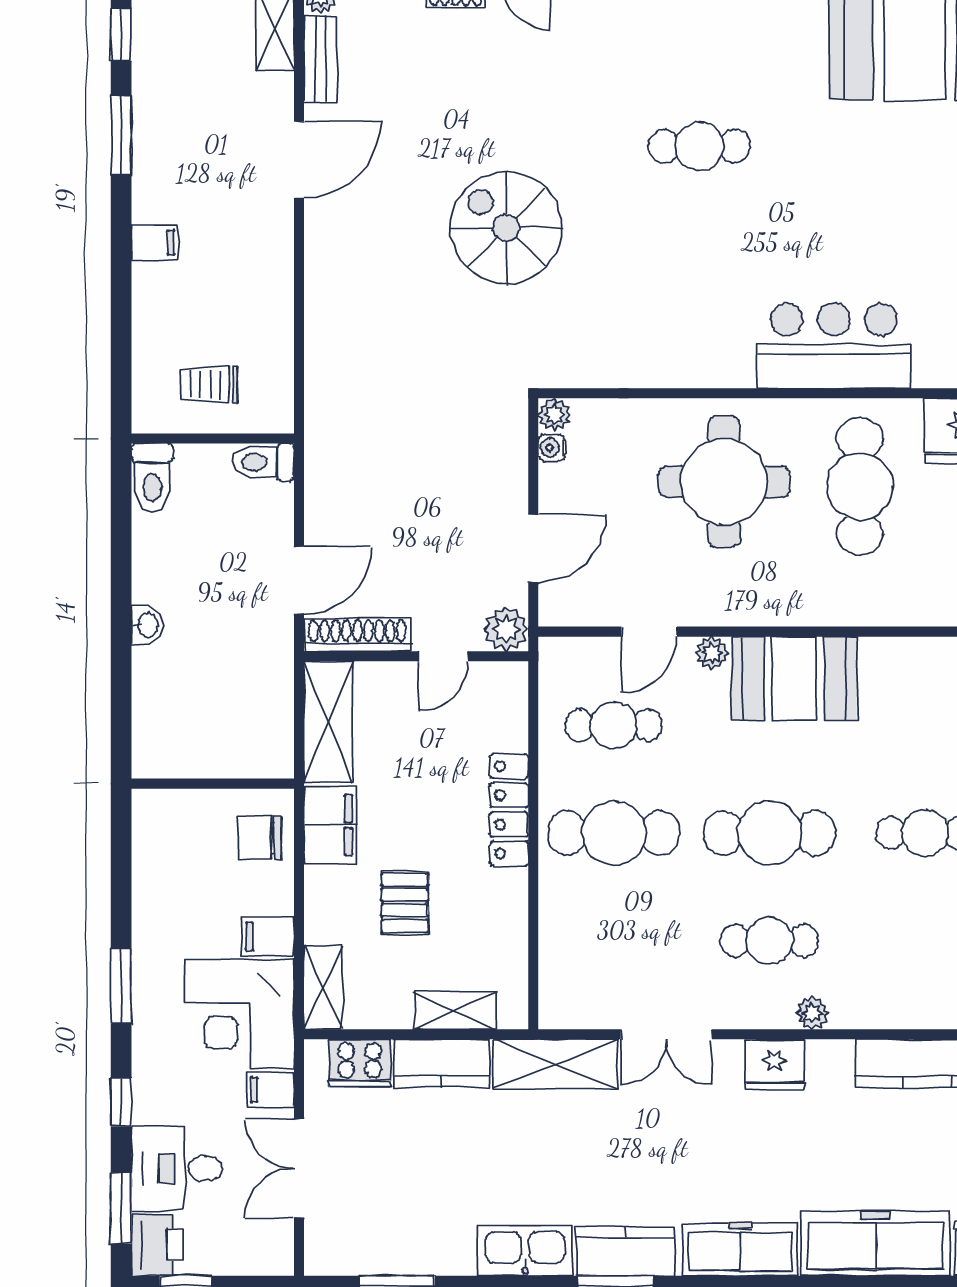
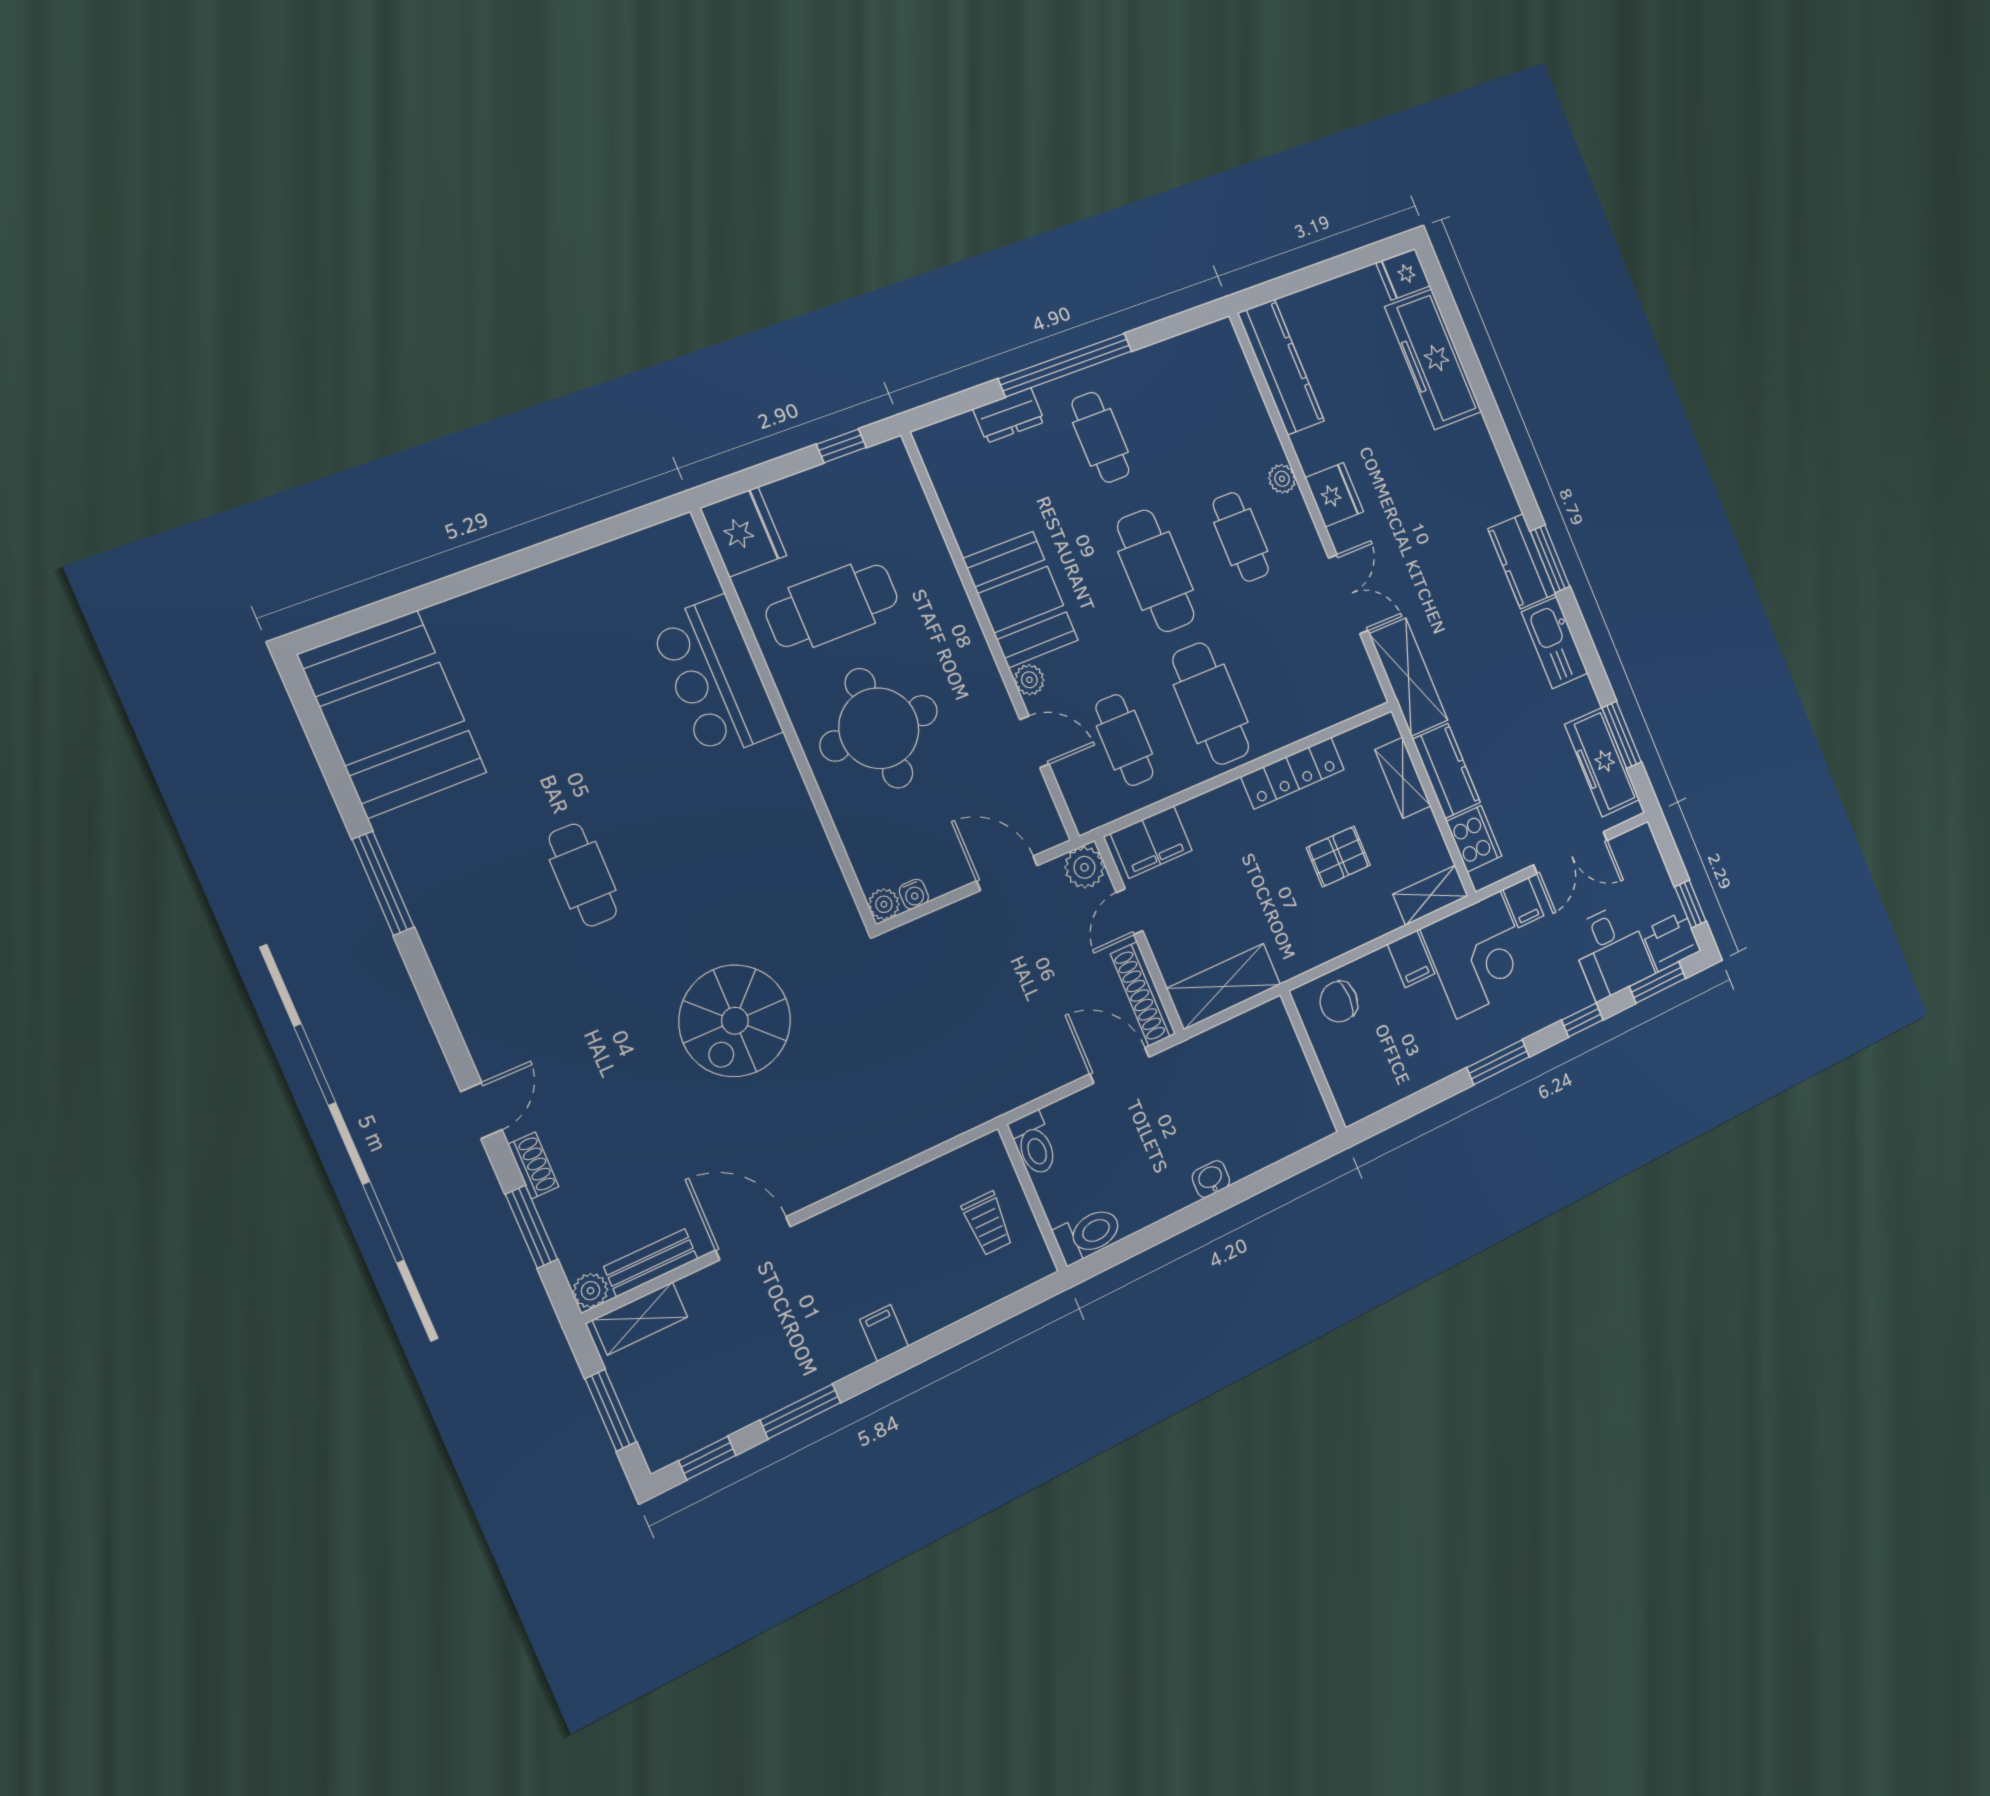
door: (444, 656) -> (1129, 912), swing flipped
locker: (509, 810) -> (1293, 773), moved
filing cabinet: (330, 825) -> (1151, 842), moved, turned 180
chair: (260, 838) -> (1339, 1002), turned 90
freezer: (740, 1249) -> (1602, 762), moved

